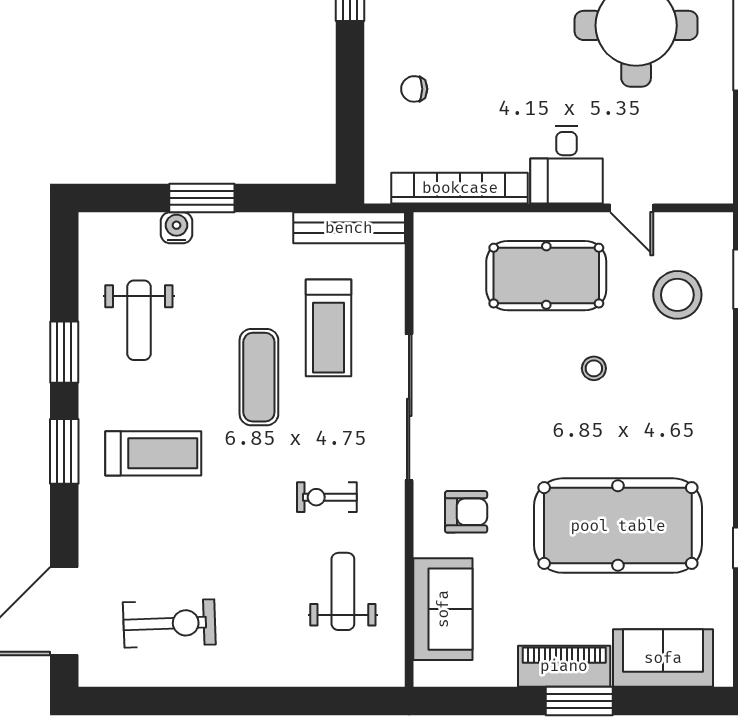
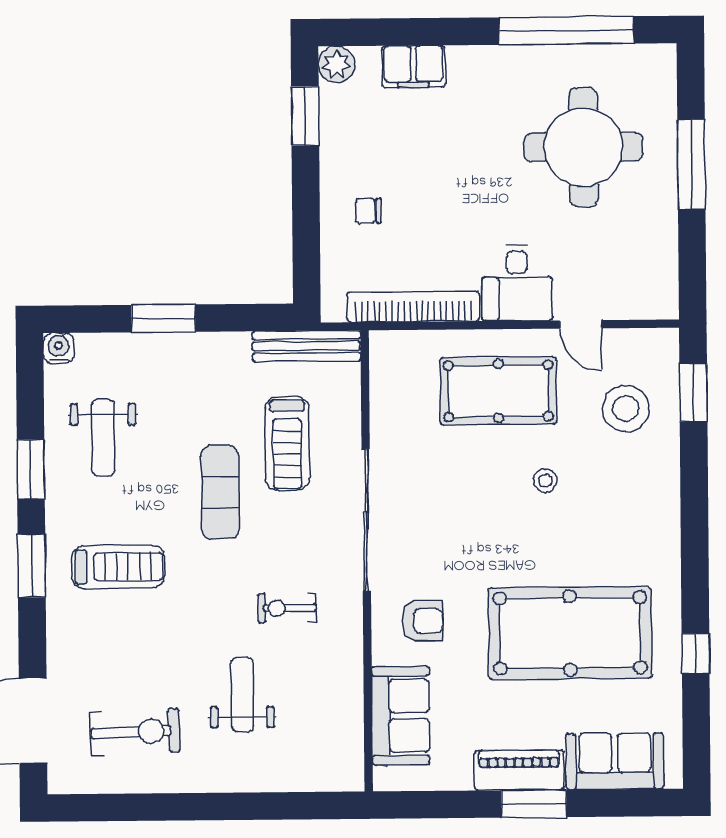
water cooler: (177, 228) -> (59, 348), moved
weight bench: (343, 591) -> (242, 695), moved

